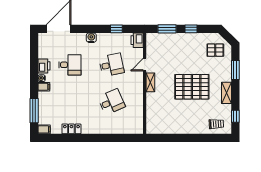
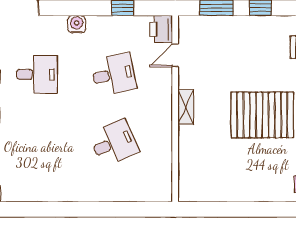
door: (145, 65) -> (175, 55), moved
locker: (71, 129) -> (40, 193), removed

